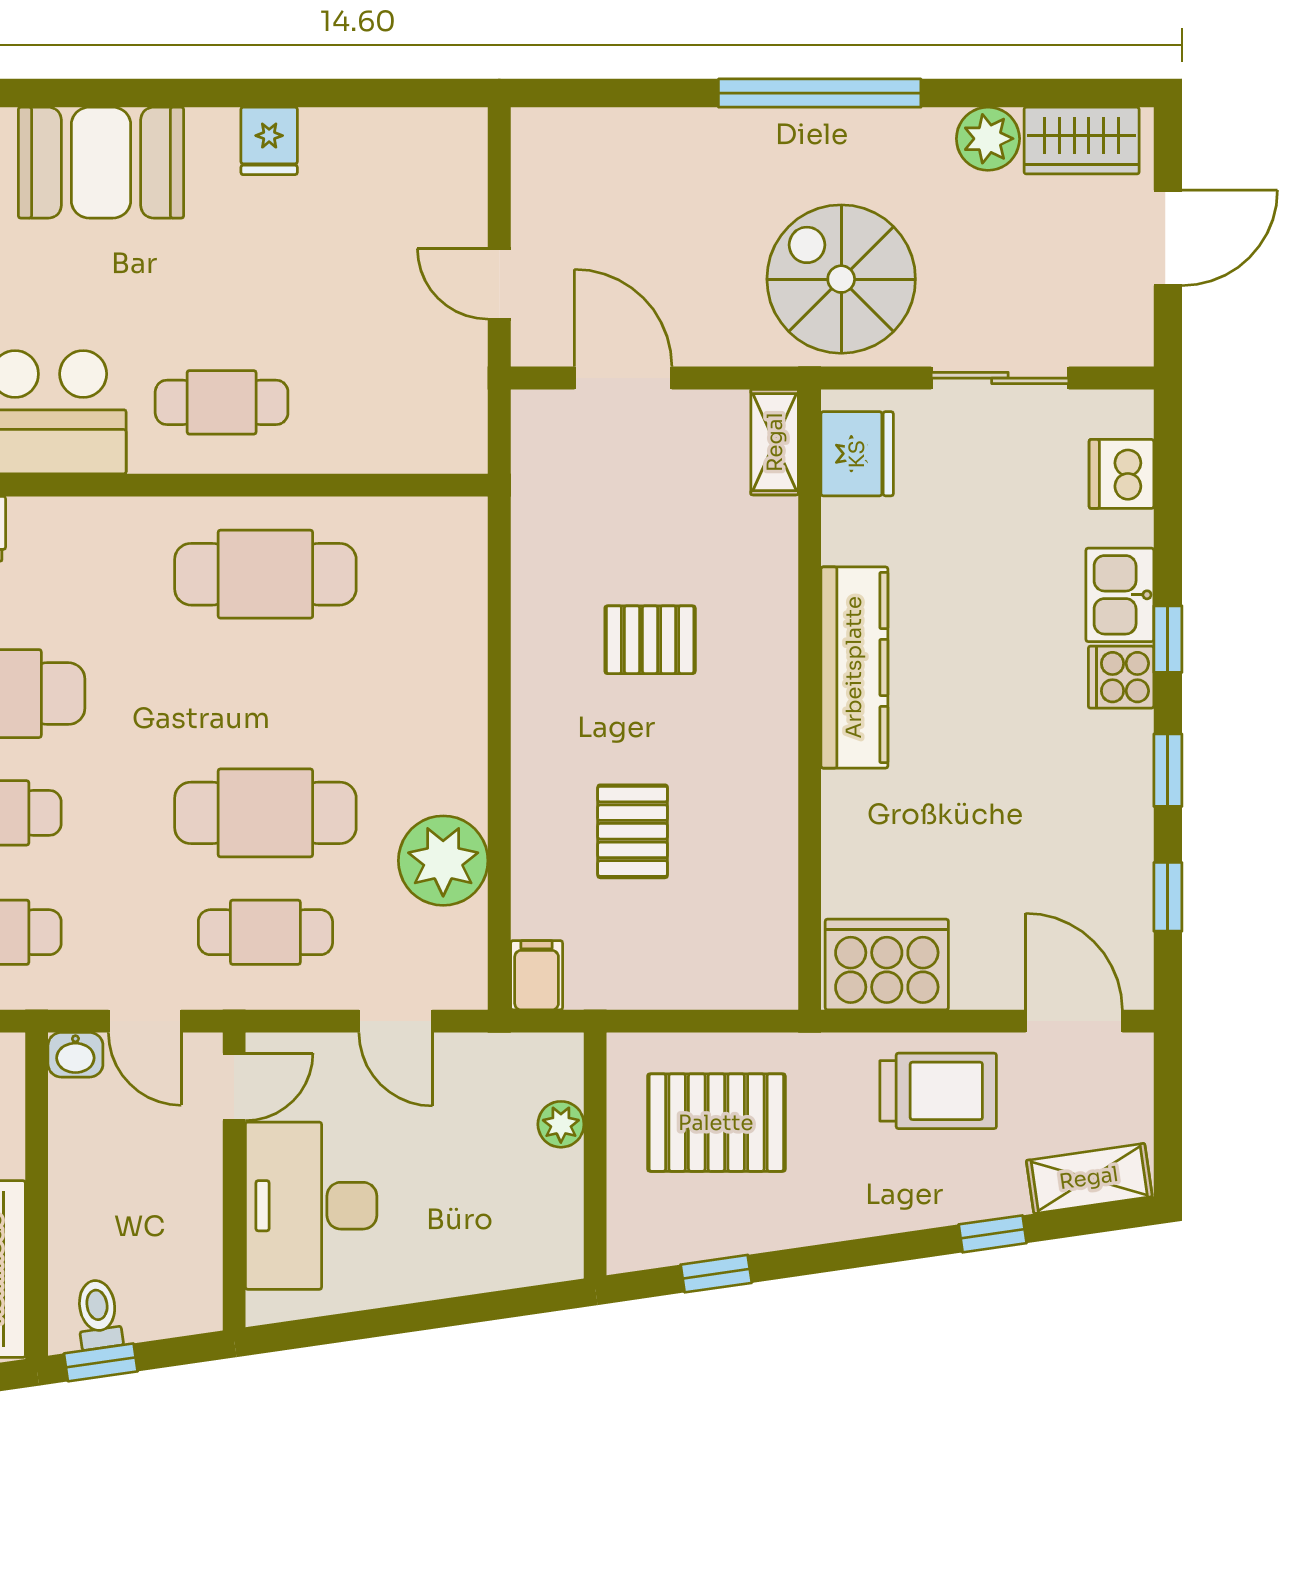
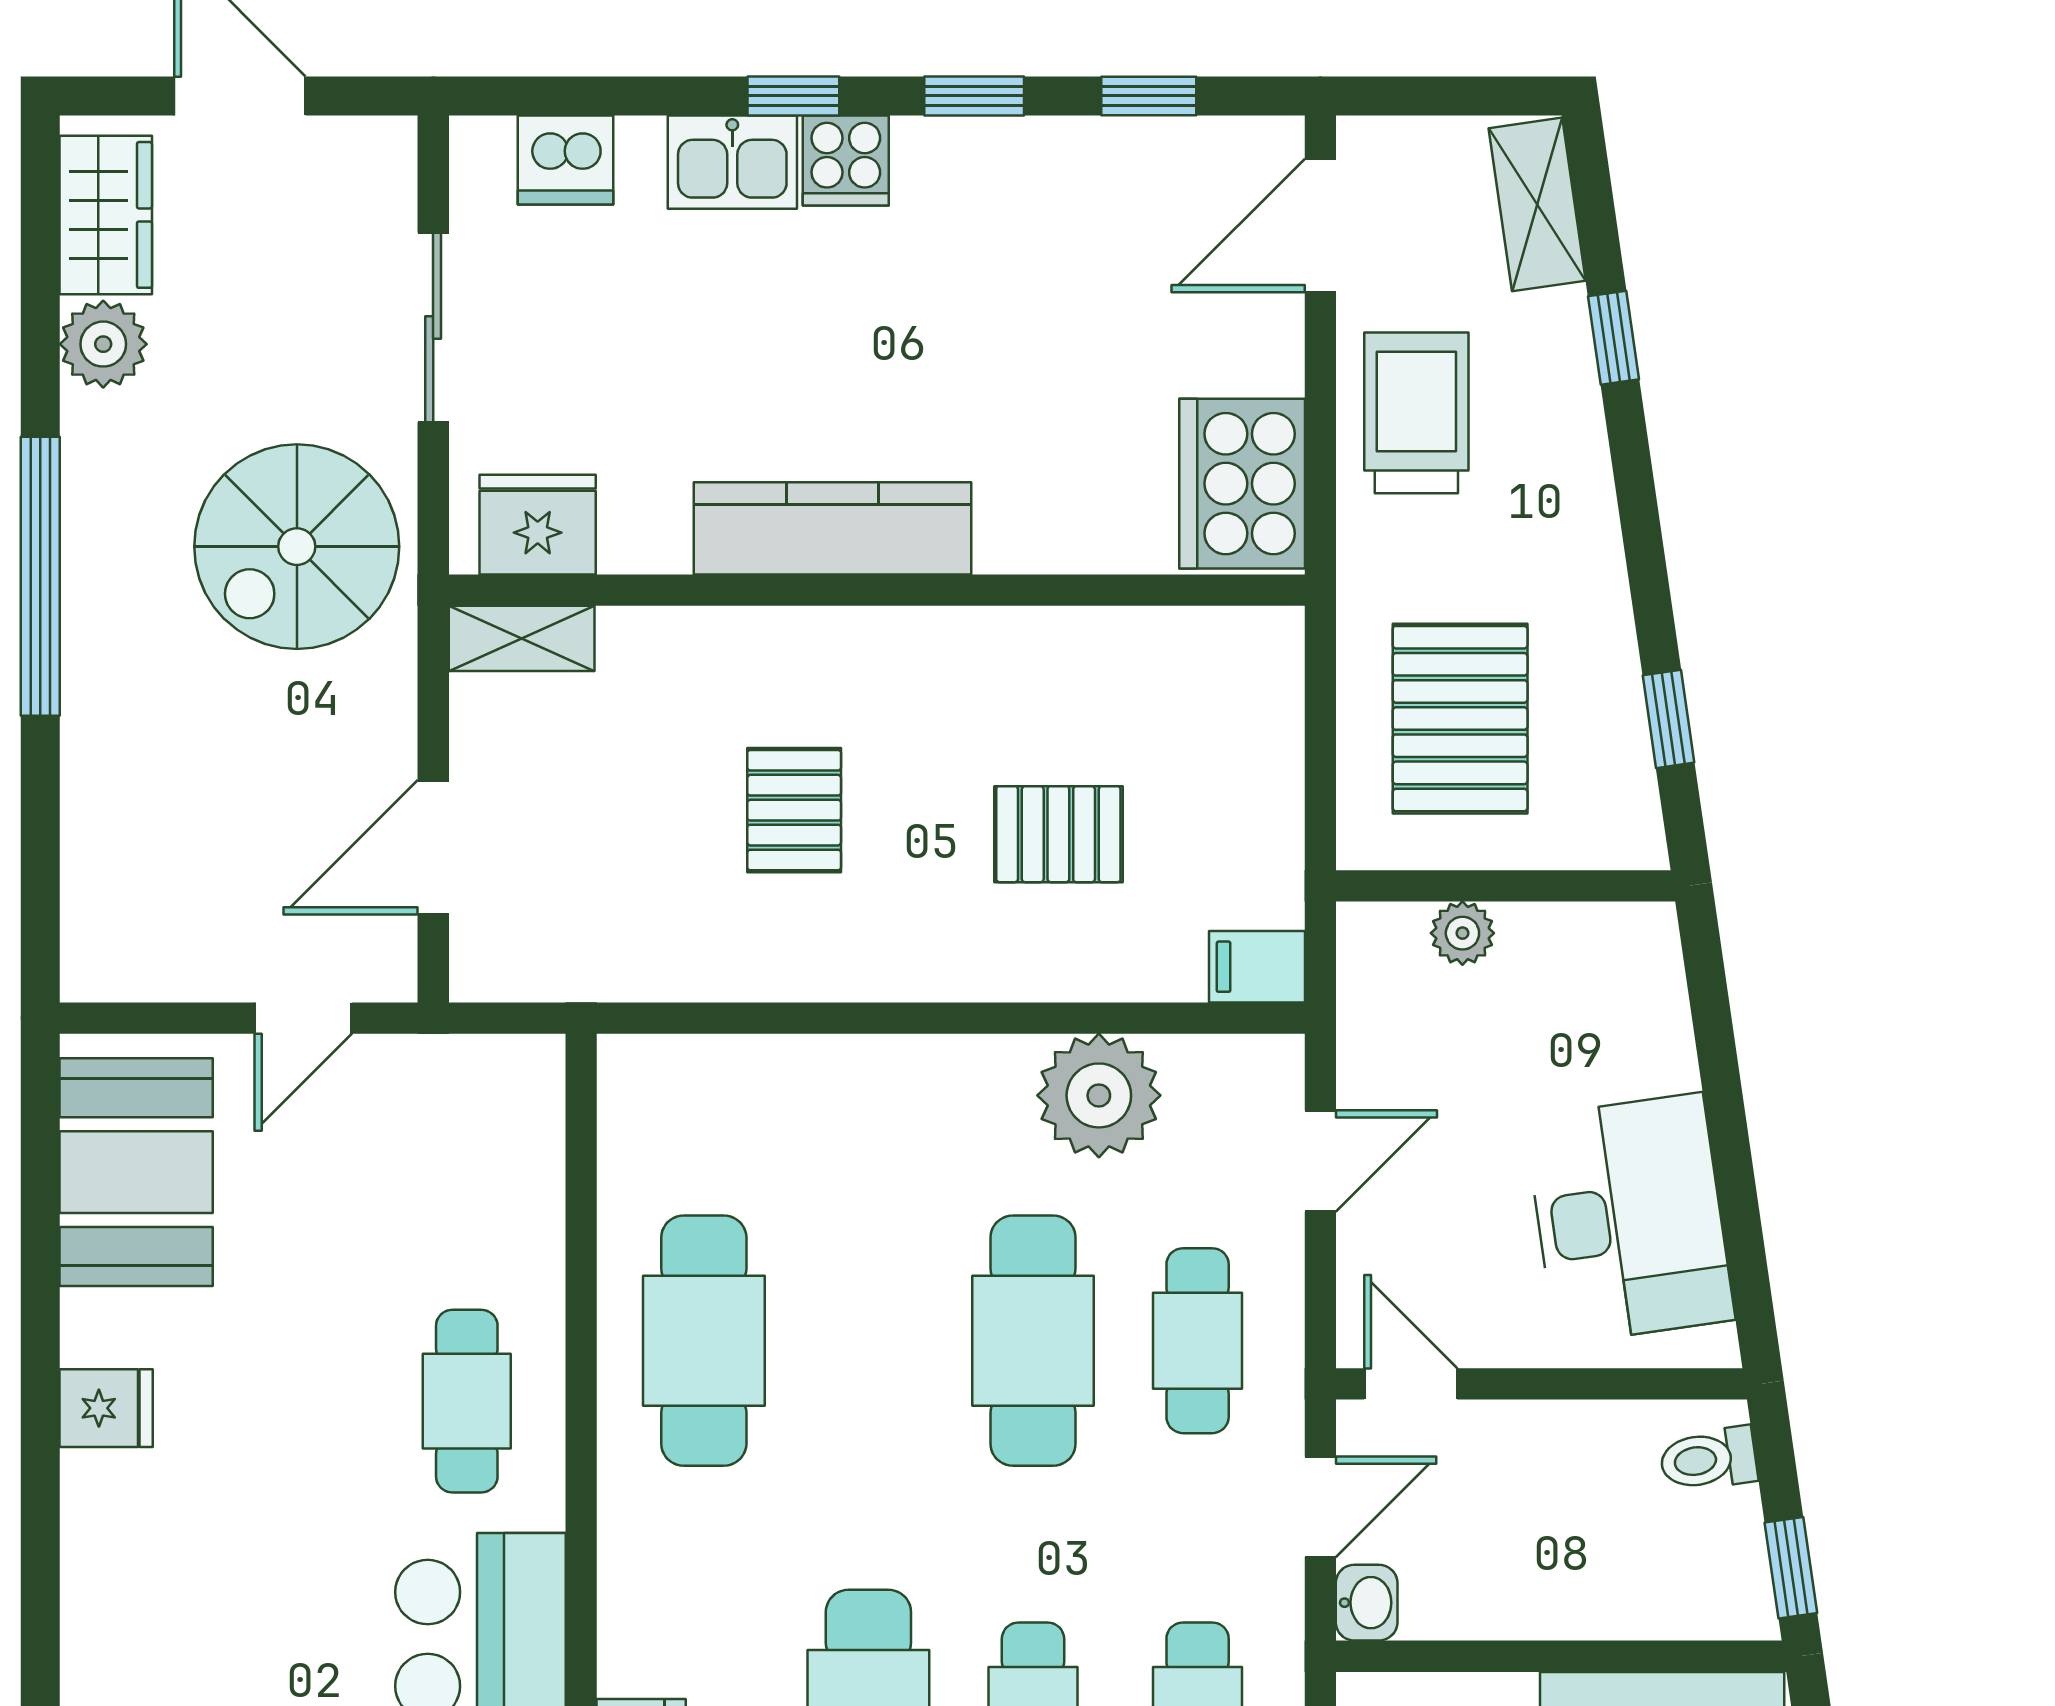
fridge: (269, 141) -> (106, 1408), moved
booth: (101, 163) -> (136, 1172), moved
desk: (311, 1206) -> (1629, 1219), moved, turned -98
toilet: (98, 1314) -> (1708, 1459), moved

